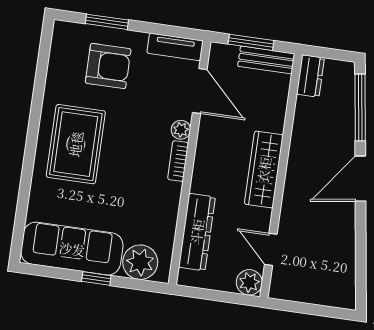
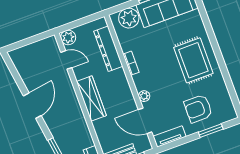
bookcase: (178, 161) -> (131, 63), moved
door: (360, 179) -> (32, 106), moved

